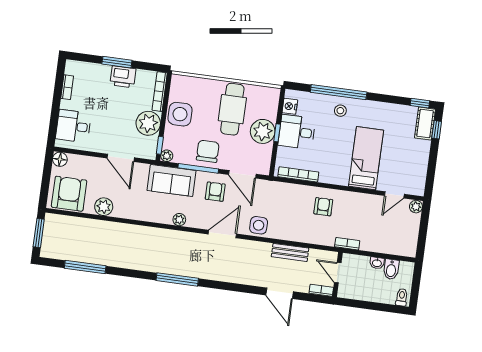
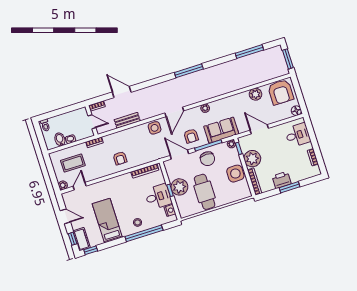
bed: (366, 158) -> (107, 221), moved, turned 180
door: (432, 164) -> (65, 216), added
coffee table: (389, 230) -> (73, 163), added

